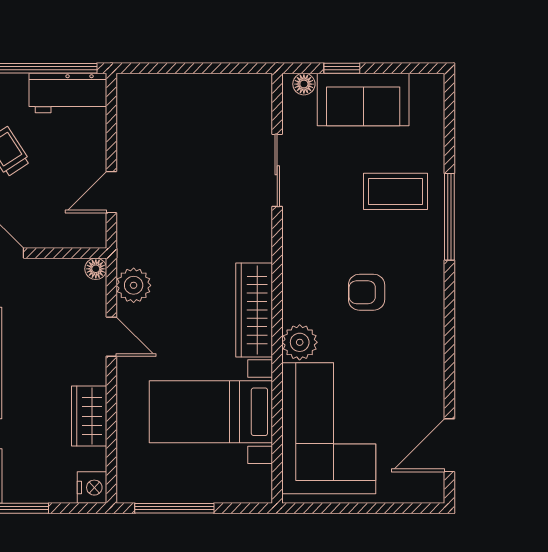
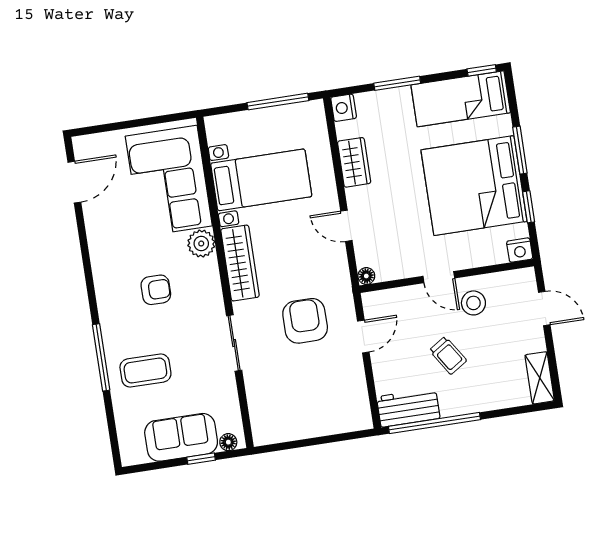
sliding door: (277, 170) -> (234, 343), moved
armchair: (182, 224) -> (305, 321), added
plant: (134, 285) -> (335, 268), removed

